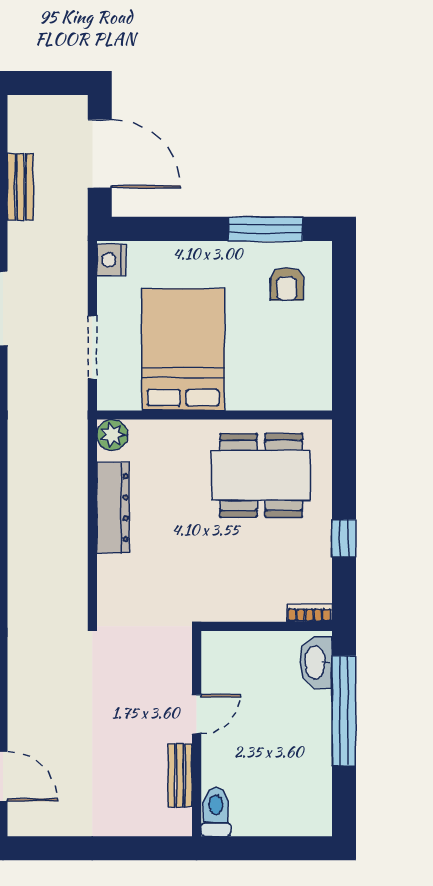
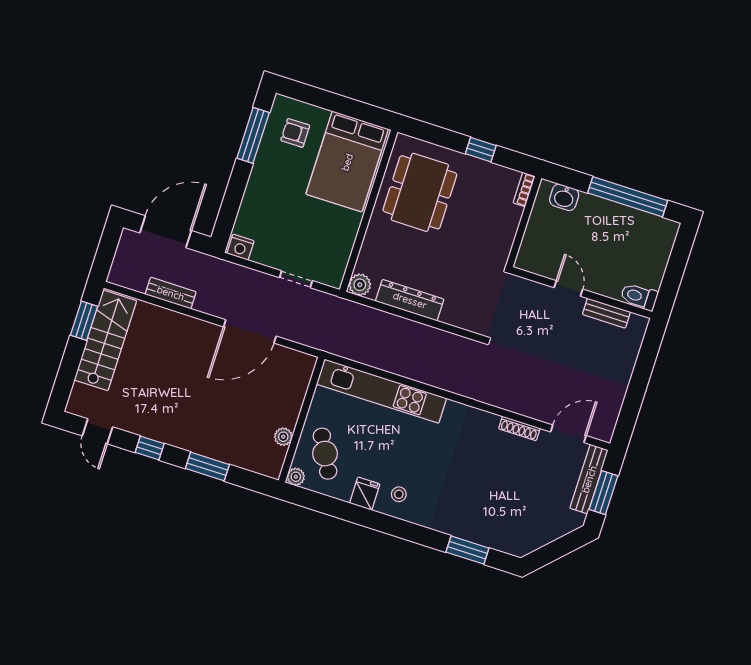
armchair: (287, 284) -> (295, 133), turned 180
doorway: (92, 347) -> (296, 279), width x0.73
bed: (183, 349) -> (347, 162), moved, turned -90
washbasin: (316, 662) -> (564, 197), width x0.72
window: (344, 711) -> (628, 197), moved

